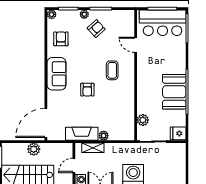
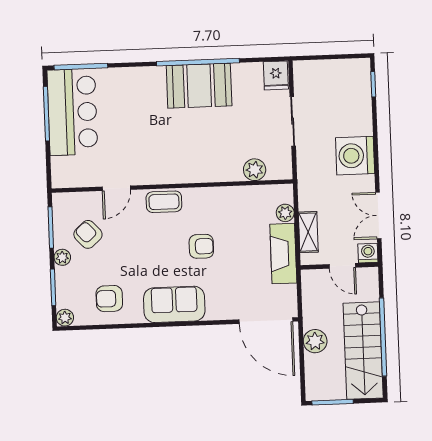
door: (136, 45) -> (116, 188), moved
wall: (136, 75) -> (172, 186), moved
plant: (143, 120) -> (255, 170), moved

